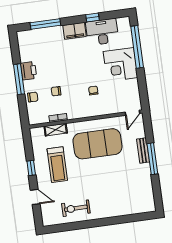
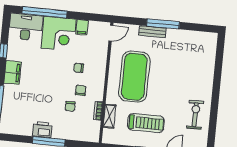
desk: (102, 32) -> (26, 27), moved, turned 90
filing cabinet: (132, 85) -> (82, 27), added
chair: (33, 97) -> (81, 90), moved
door: (132, 113) -> (111, 33), hinge flipped
exercise bike: (76, 208) -> (195, 115), turned 180

